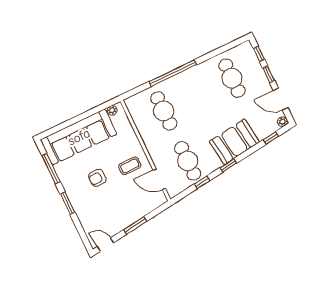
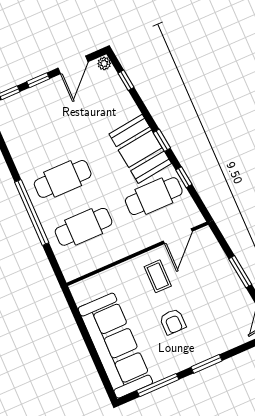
cafe table: (232, 78) -> (63, 179), moved
plant: (112, 110) -> (80, 298), removed
booth: (234, 142) -> (140, 149), moved

